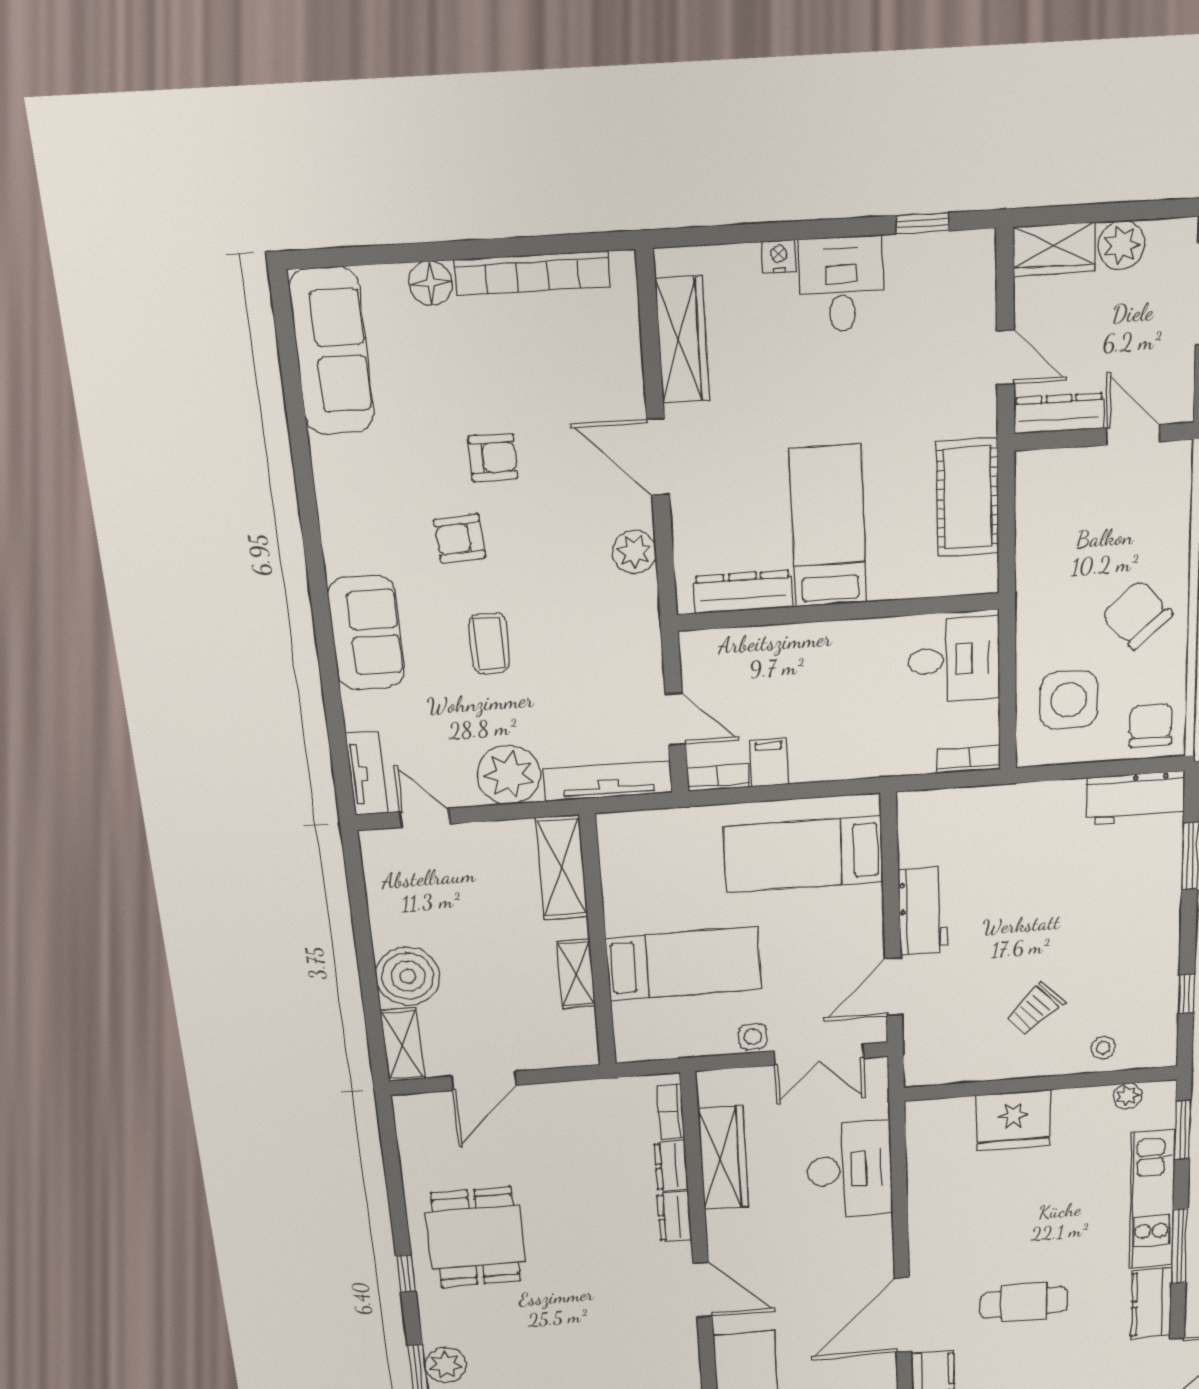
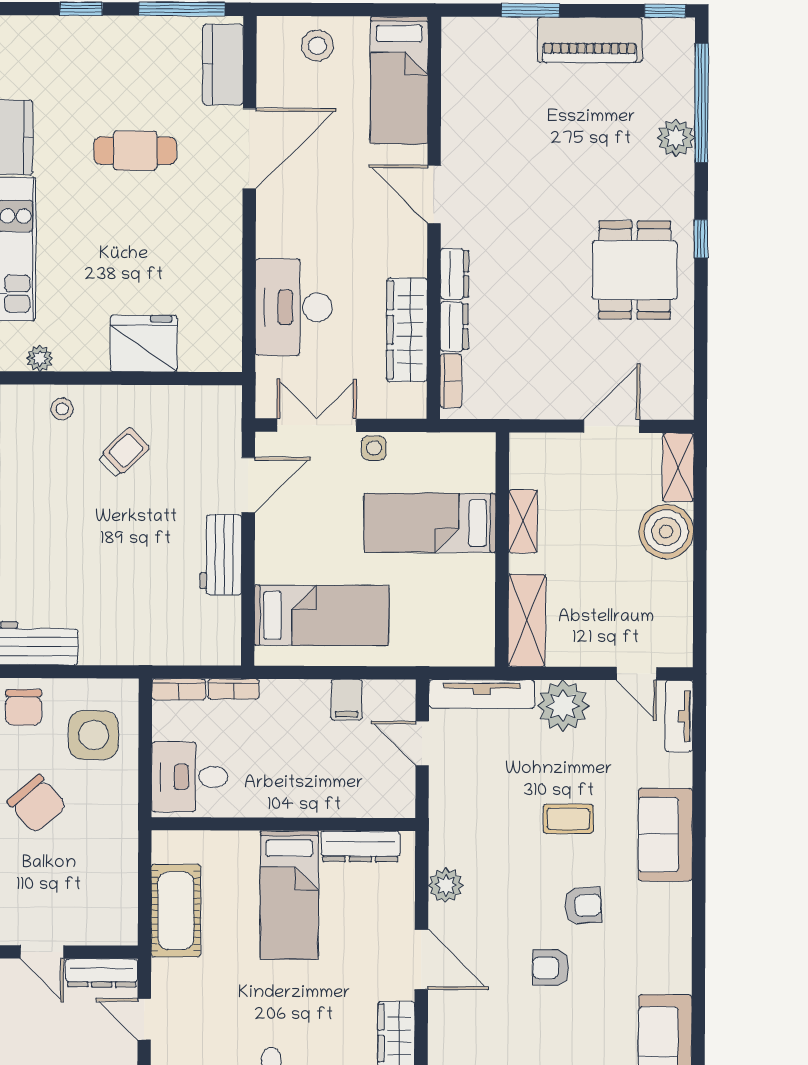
coffee table: (489, 643) -> (568, 819), turned 90
bookcase: (718, 778) -> (234, 689), moved

